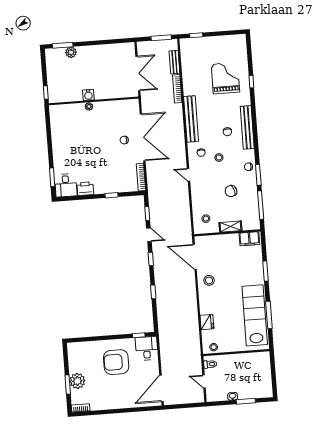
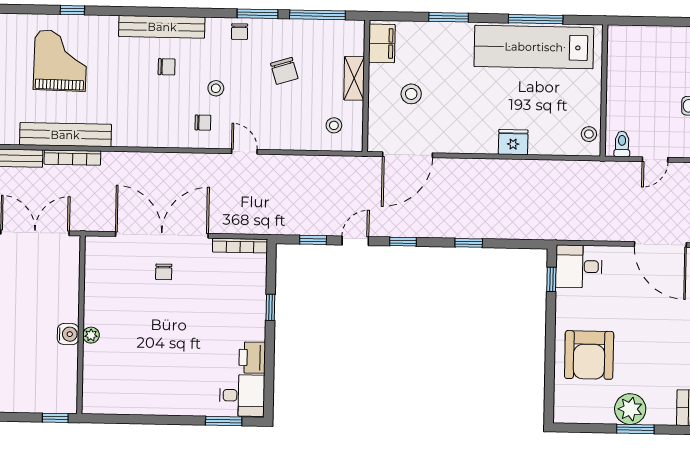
grand piano: (225, 78) -> (60, 61), turned 91
bench: (191, 119) -> (65, 135), moved
door: (188, 175) -> (244, 152), swing flipped
stool: (209, 280) -> (411, 94), moved
fridge: (207, 322) -> (513, 142), moved
armchair: (116, 362) -> (589, 355), moved

